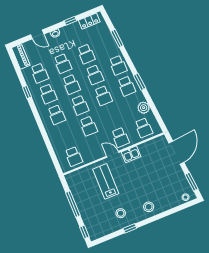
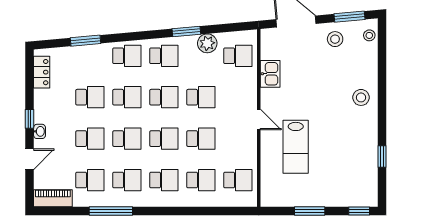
window: (70, 21) -> (29, 119), moved
window: (140, 82) -> (186, 31), moved
window: (27, 92) -> (111, 211), width x2.17
school desk: (65, 136) -> (201, 180), added
school desk: (120, 137) -> (201, 97), moved
door: (113, 154) -> (259, 120), swing flipped
kitchen sink: (131, 154) -> (270, 74), moved
lab bench: (106, 181) -> (296, 147), turned -90
window: (73, 204) -> (310, 211), width x0.69
stool: (121, 213) -> (335, 39), moved
window: (130, 228) -> (382, 157), moved

